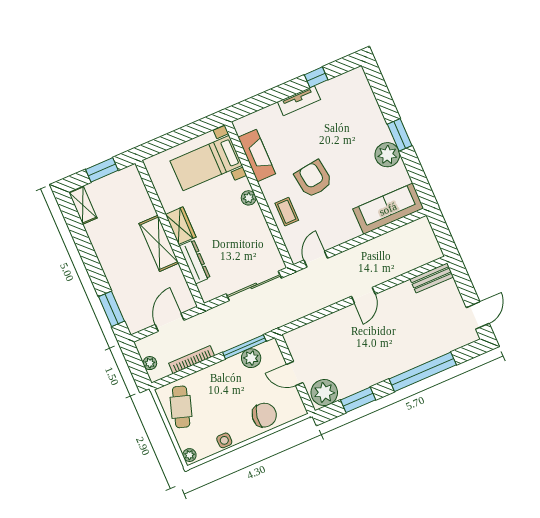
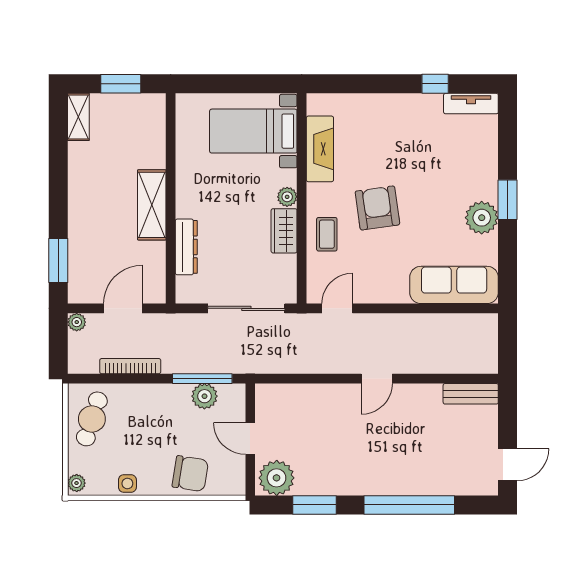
tv unit: (299, 101) -> (471, 104), moved
wardrobe: (181, 226) -> (284, 231), moved, turned 180
plant: (150, 363) -> (77, 322), moved

